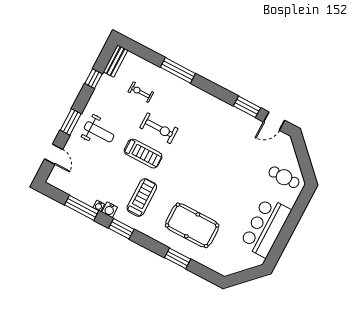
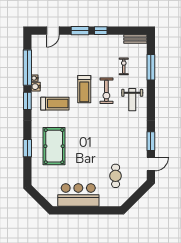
window: (178, 70) -> (151, 67), moved
window: (94, 79) -> (101, 31), moved
door: (274, 121) -> (151, 164), swing flipped
weight bench: (99, 132) -> (132, 100), moved
cafe table: (284, 177) -> (116, 176), moved
window: (82, 208) -> (27, 68), width x1.46

